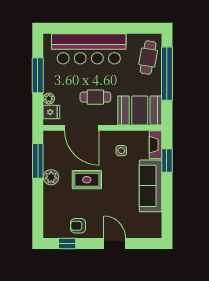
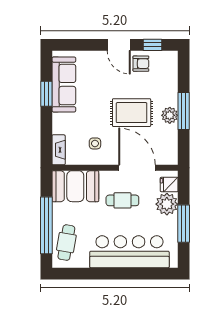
plant: (49, 99) -> (167, 204), width x1.87, depth x1.87
window: (167, 160) -> (46, 94), moved
window: (38, 161) -> (184, 111), moved
rug: (87, 180) -> (132, 113), width x1.36, depth x1.43
sofa: (150, 186) -> (64, 84), moved
door: (115, 243) -> (119, 45), moved

